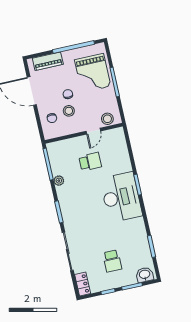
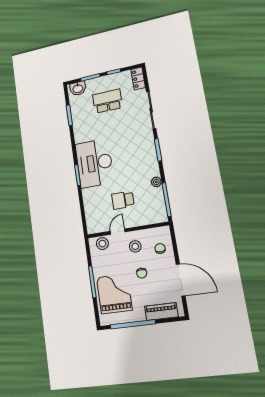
stool: (69, 111) -> (135, 246), moved
school desk: (112, 261) -> (108, 101), width x1.85

